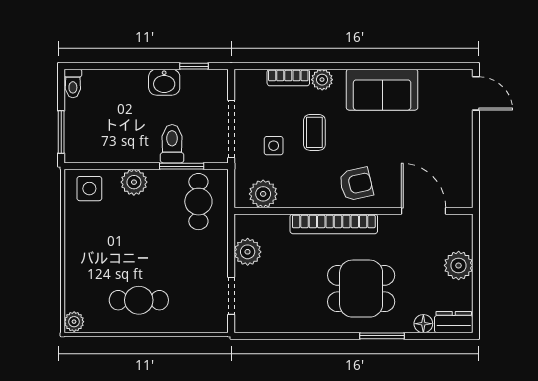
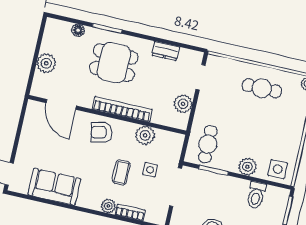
sofa: (382, 90) -> (54, 187), moved
toilet: (172, 144) -> (256, 195), moved
plant: (263, 194) -> (145, 135), moved
dresser: (454, 322) -> (165, 51), moved

